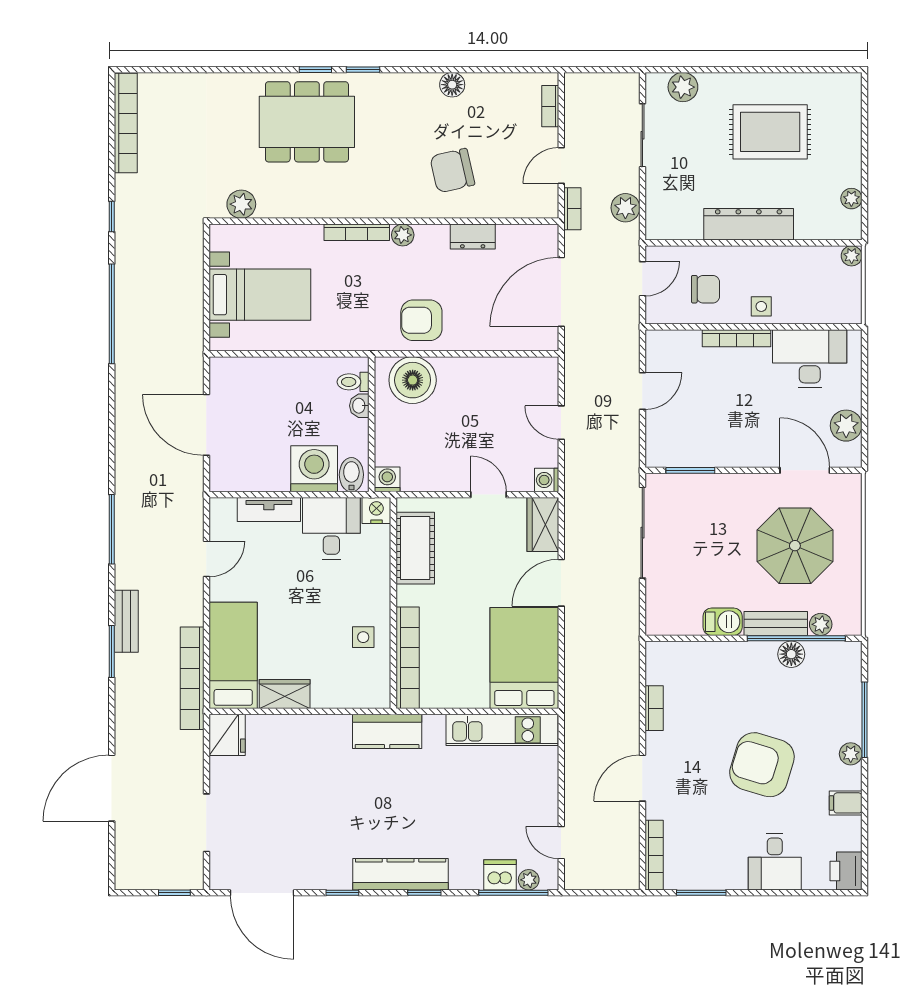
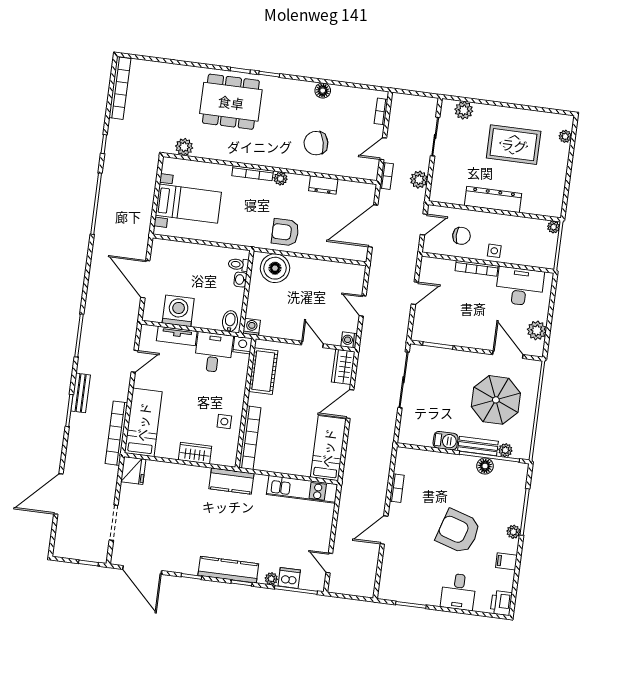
plant: (851, 199) -> (565, 136), moved
washing machine: (314, 469) -> (178, 311), moved
bed: (524, 658) -> (328, 448), width x0.67
wardrobe: (285, 694) -> (195, 453), moved
bookcase: (654, 855) -> (385, 578), removed
plant: (529, 880) -> (271, 579), moved

